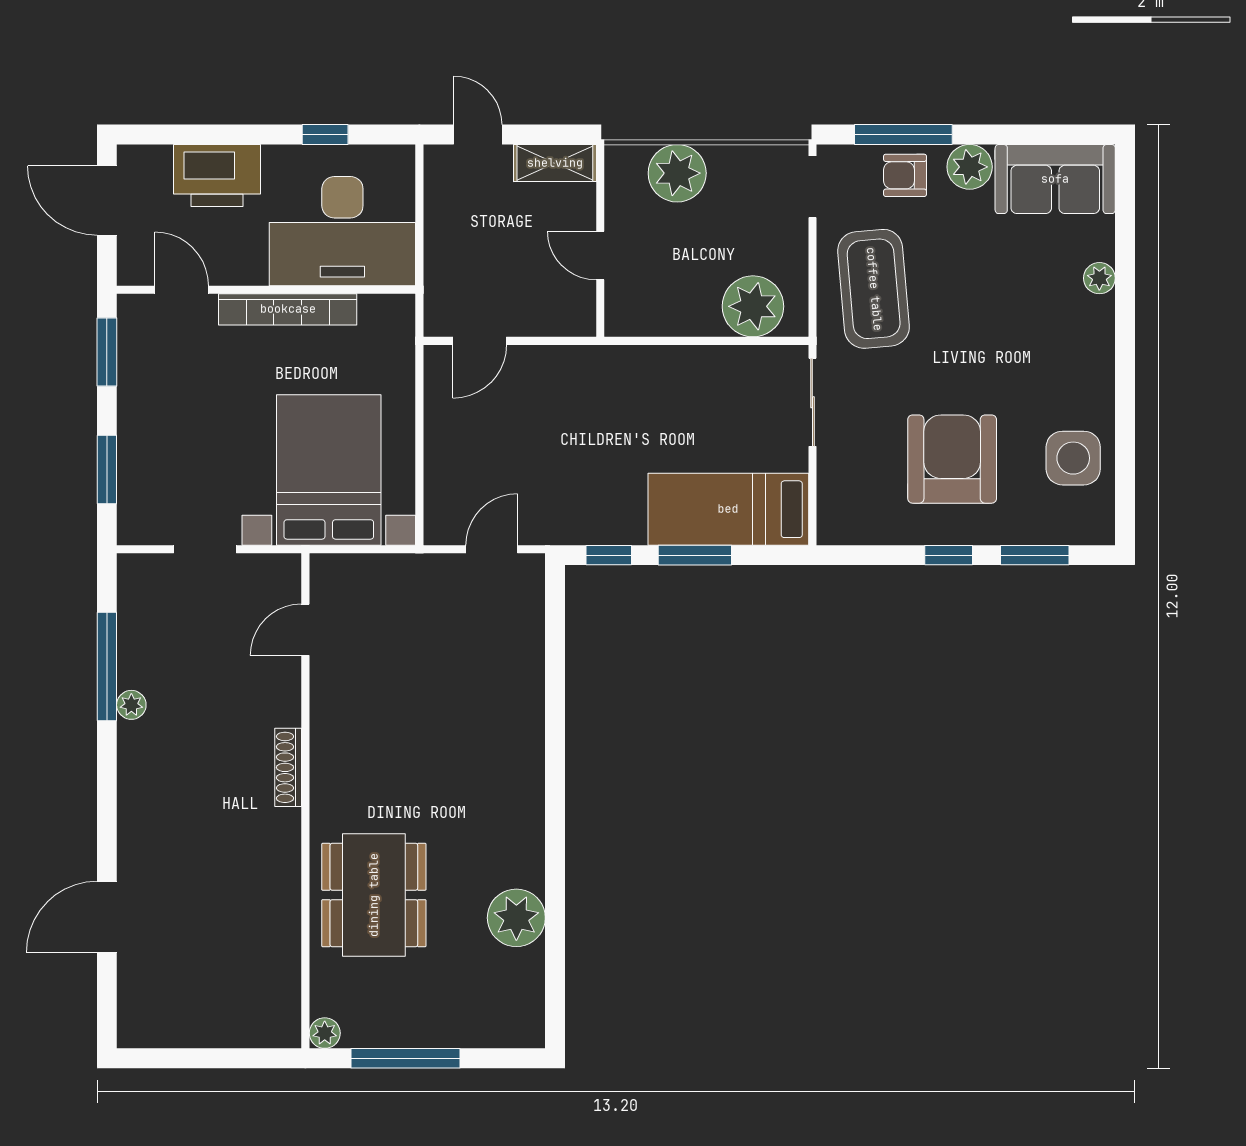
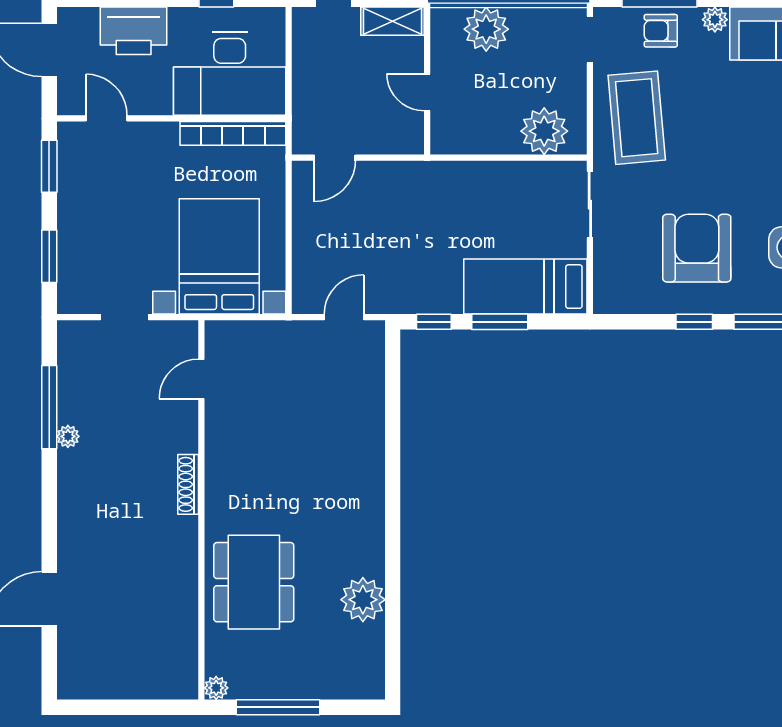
plant: (970, 167) -> (715, 20), width x0.73, depth x0.73
bookcase: (288, 309) -> (233, 133), moved

